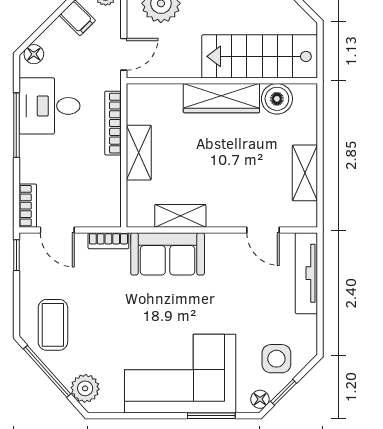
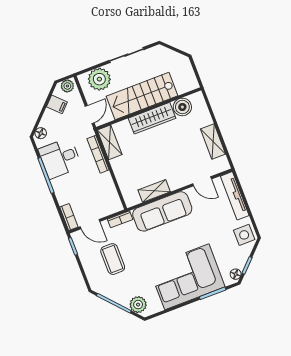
stairs: (260, 56) -> (142, 96), moved
shelving: (139, 153) -> (110, 142), moved
sofa: (168, 254) -> (162, 211), width x1.36
coffee table: (53, 325) -> (113, 259), moved
side table: (276, 359) -> (244, 235), moved

